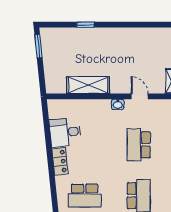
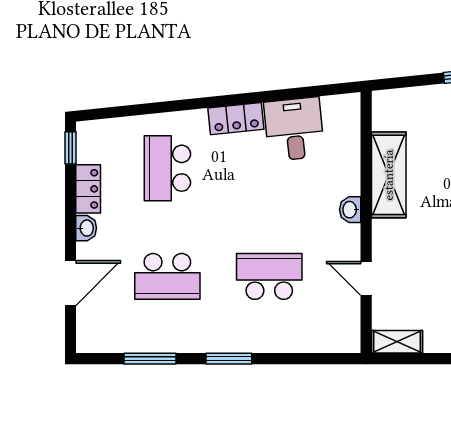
door: (140, 96) -> (366, 278), swing flipped
washbasin: (118, 104) -> (350, 210), moved

